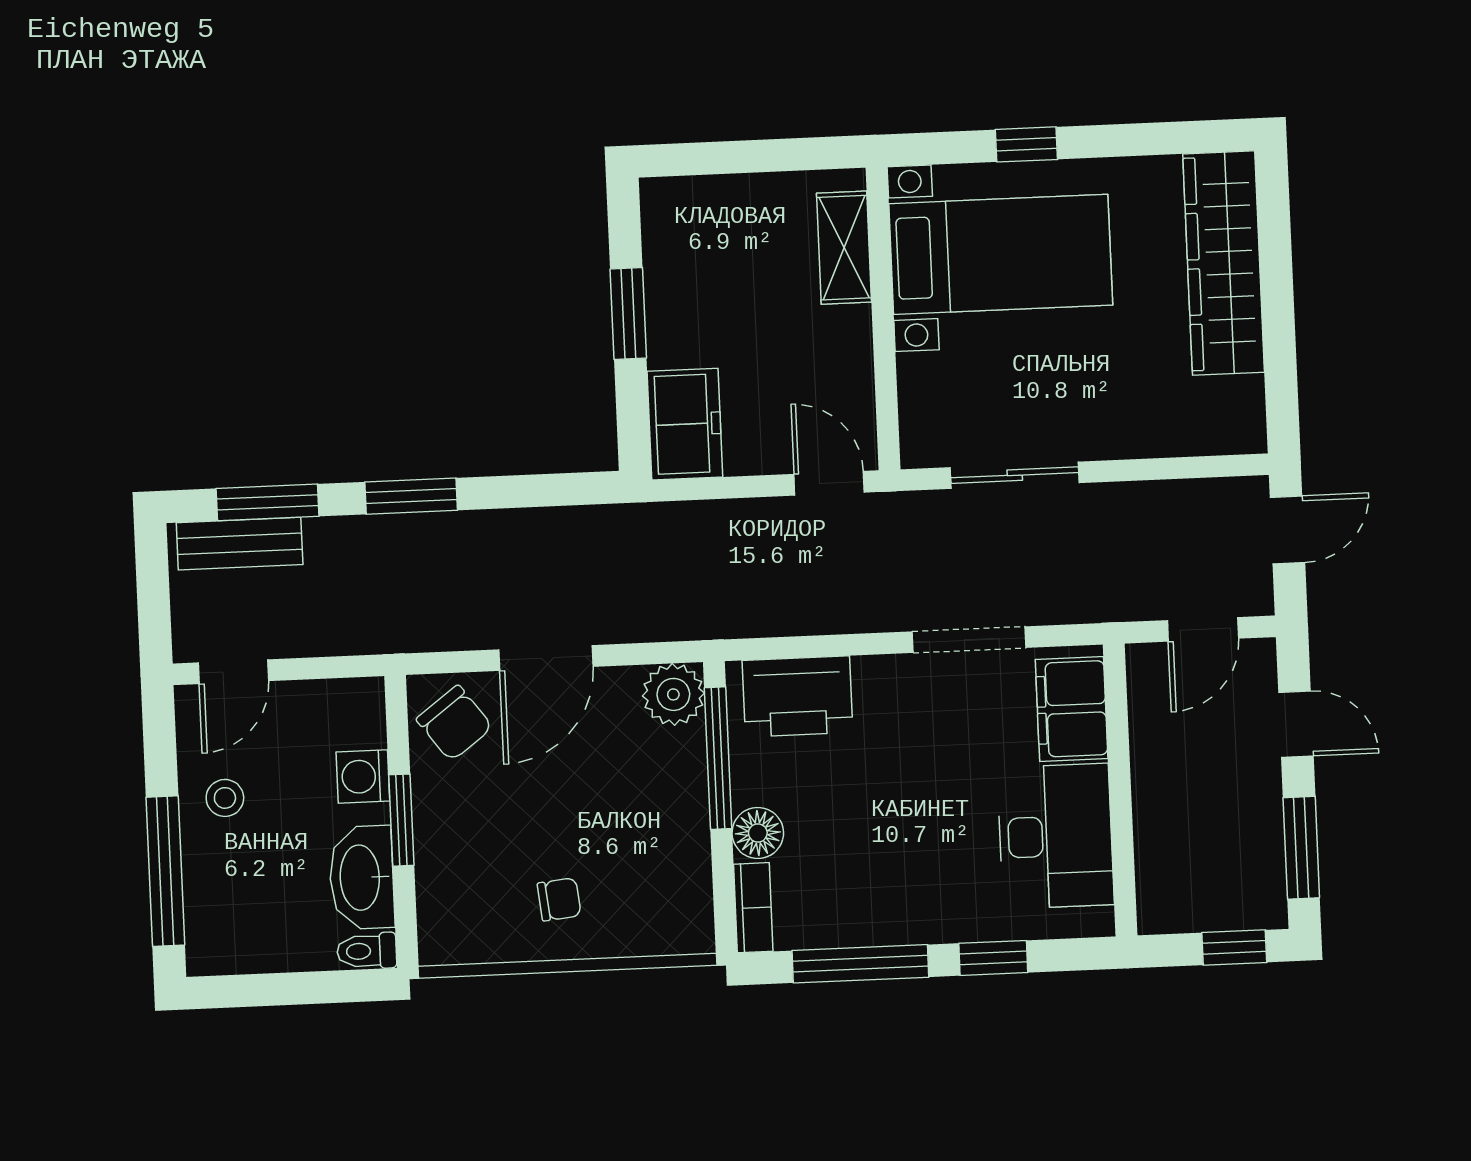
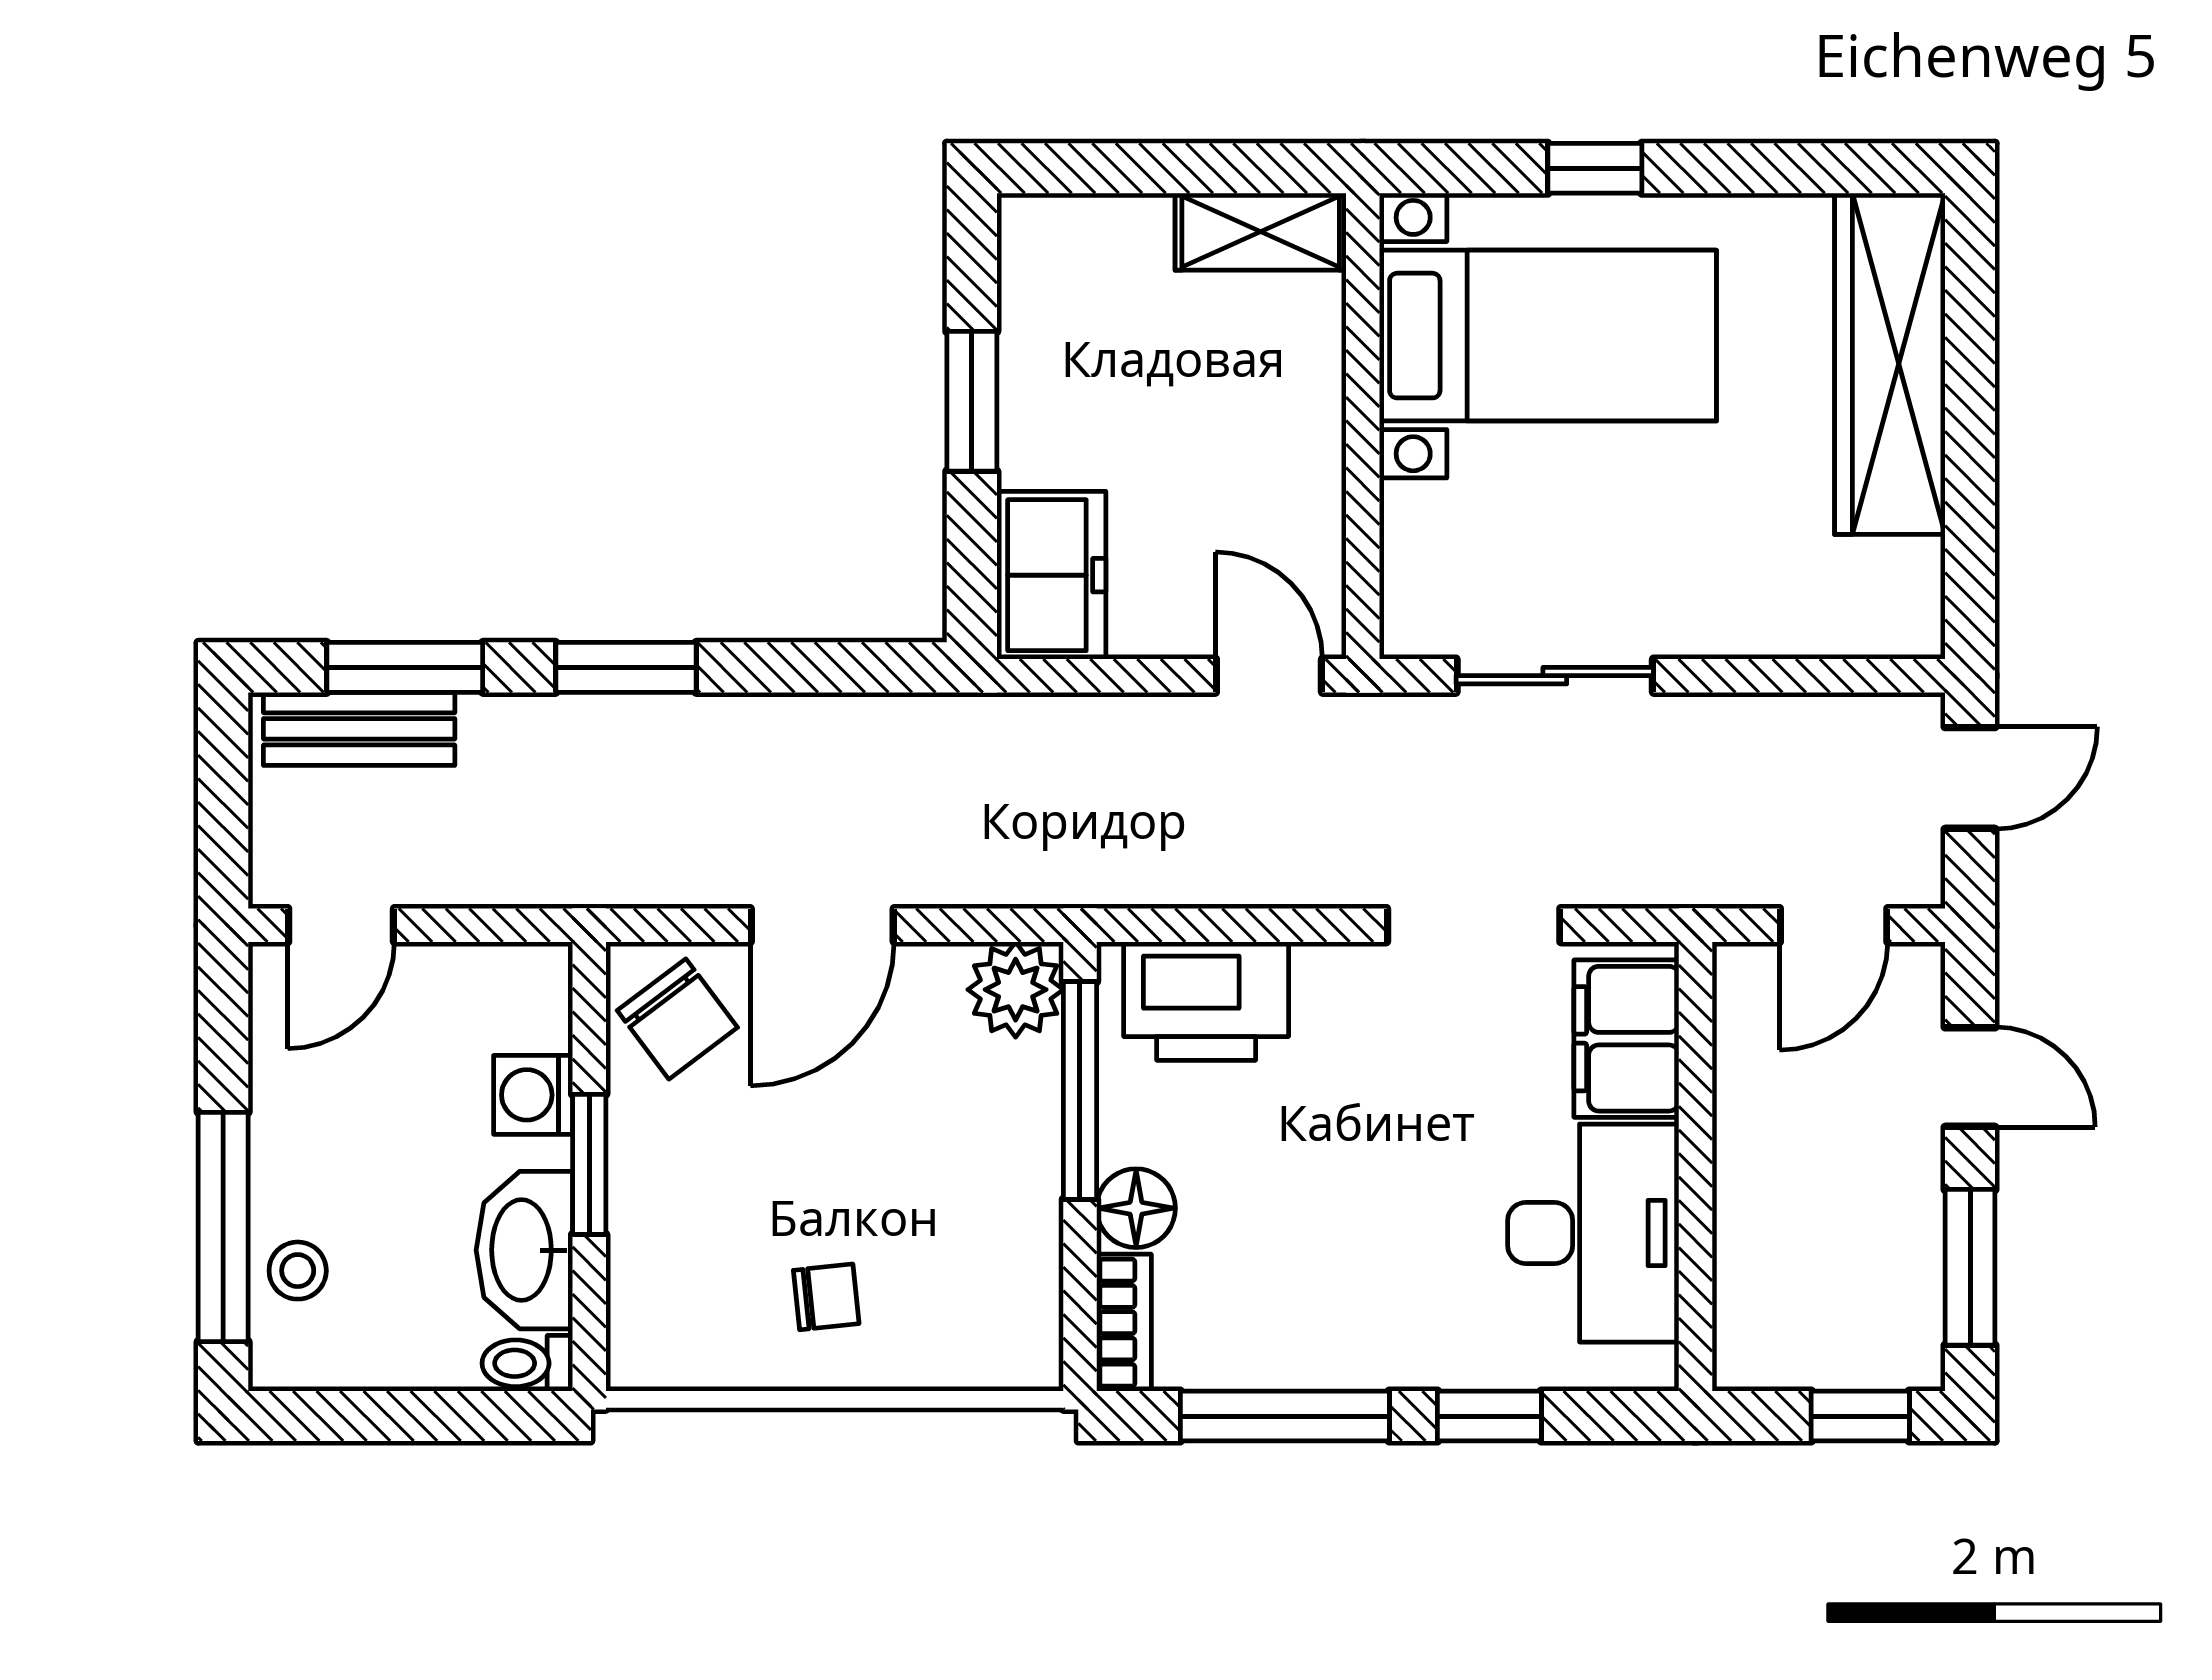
shelving: (844, 248) -> (1261, 232), moved, turned 90
stool: (225, 798) -> (298, 1271), moved

